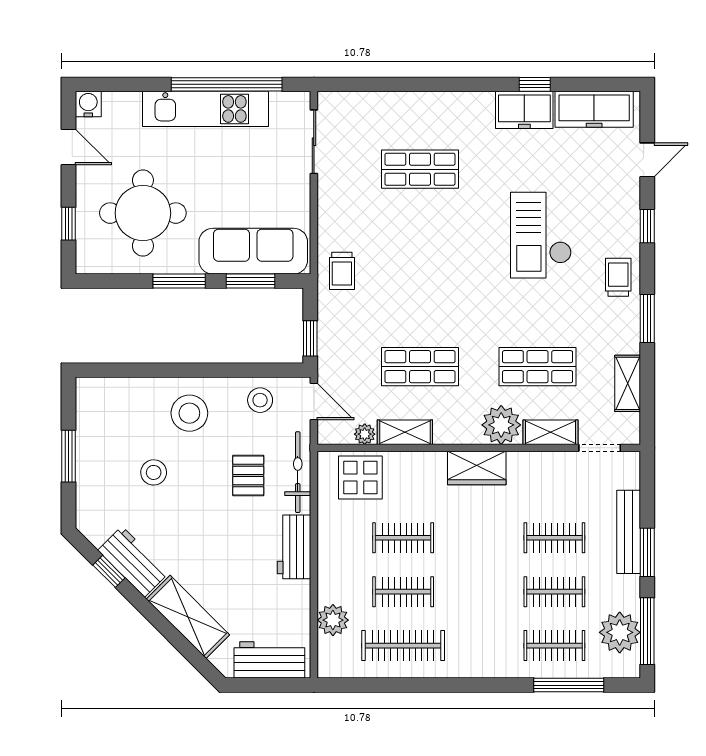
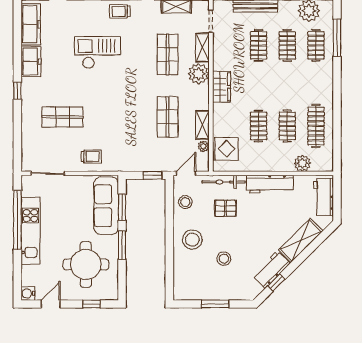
window: (535, 84) -> (17, 91), moved
shop shelf: (420, 169) -> (62, 117), turned 90
checkout: (541, 235) -> (98, 53), turned 180
trolley: (342, 271) -> (91, 156), moved
workbench: (294, 547) -> (270, 184), width x1.38

